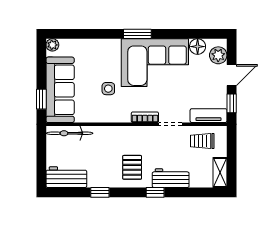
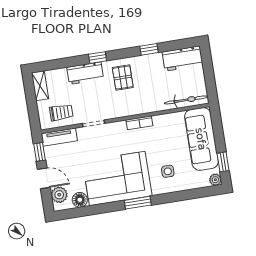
door: (232, 75) -> (44, 178), swing flipped
side table: (108, 89) -> (168, 171), moved
window: (41, 99) -> (223, 162), moved
bookcase: (145, 117) -> (139, 123), moved

